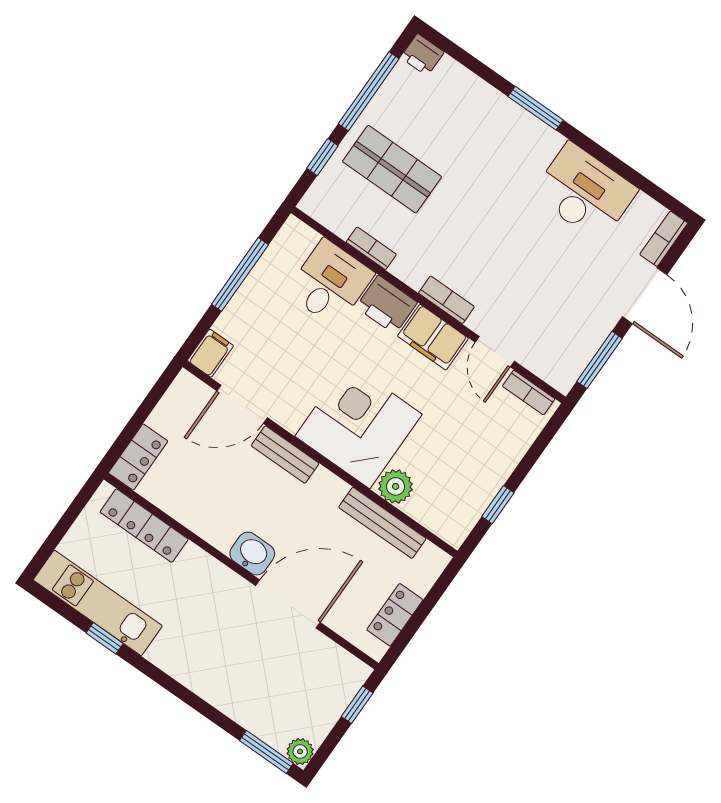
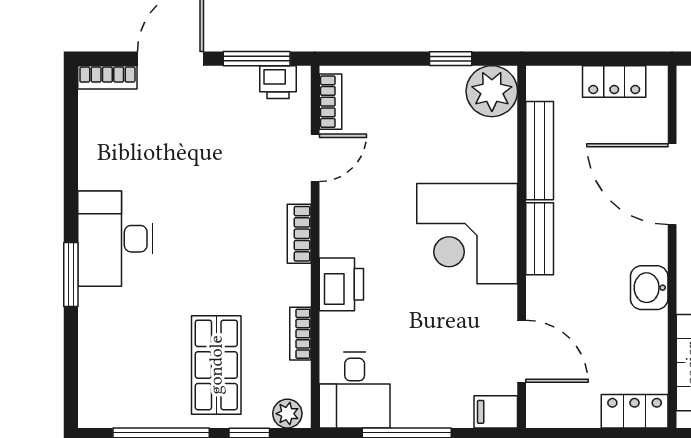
printer: (422, 55) -> (278, 82), moved, turned 90
desk: (585, 192) -> (115, 239), moved
plant: (318, 197) -> (287, 414), added
desk: (330, 283) -> (355, 390), moved, turned -90
filing cabinet: (433, 337) -> (341, 222), removed
bench: (285, 455) -> (540, 239), moved
plant: (396, 486) -> (492, 91), moved, width x1.36, depth x1.36
washbasin: (252, 554) -> (649, 288), moved

